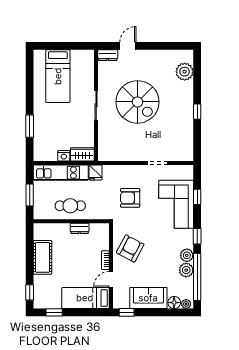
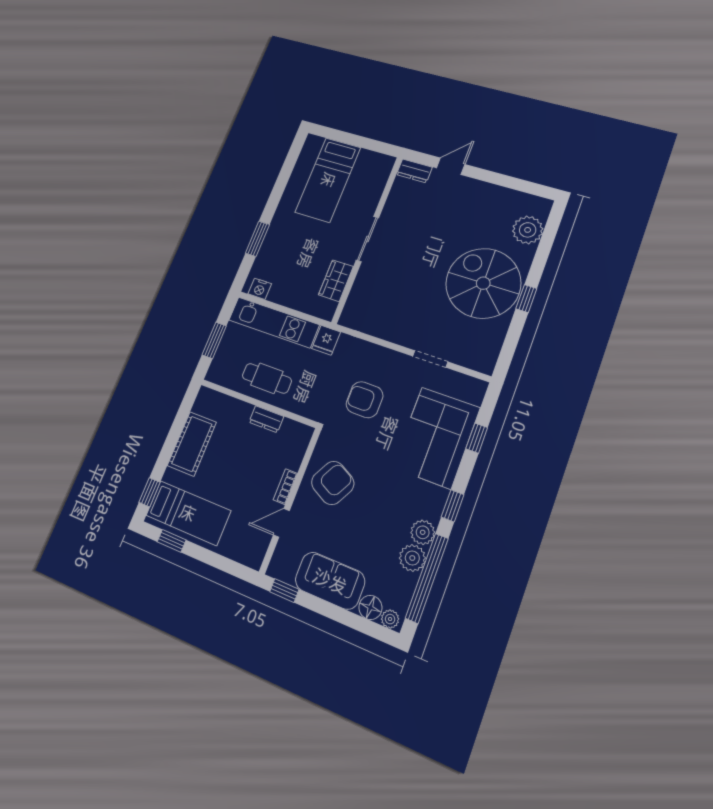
spiral stairs: (138, 102) -> (483, 283), moved, turned 180
wardrobe: (82, 154) -> (336, 281), moved, turned -90
nightstand: (64, 156) -> (260, 289), moved
bed: (85, 298) -> (188, 513), moved, turned 180

